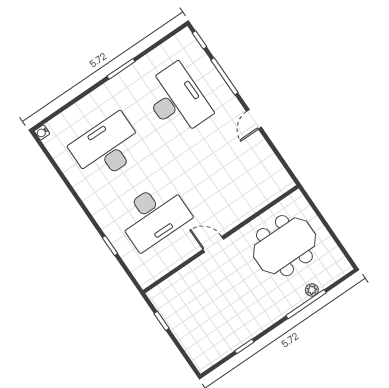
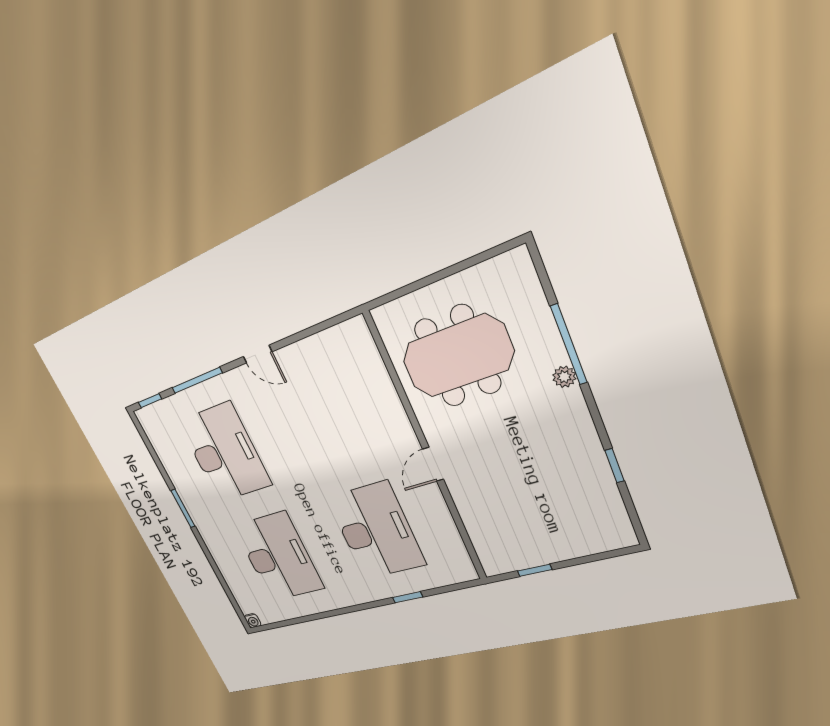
desk: (177, 100) -> (225, 453), turned 90
desk: (107, 148) -> (278, 557), turned 180
meeting table: (284, 246) -> (458, 356), turned 90
plant: (312, 290) -> (564, 377), moved

